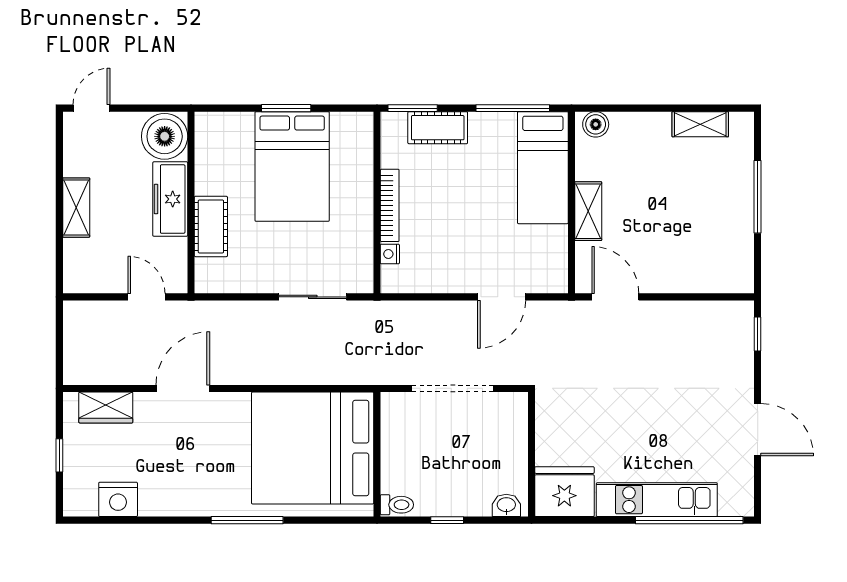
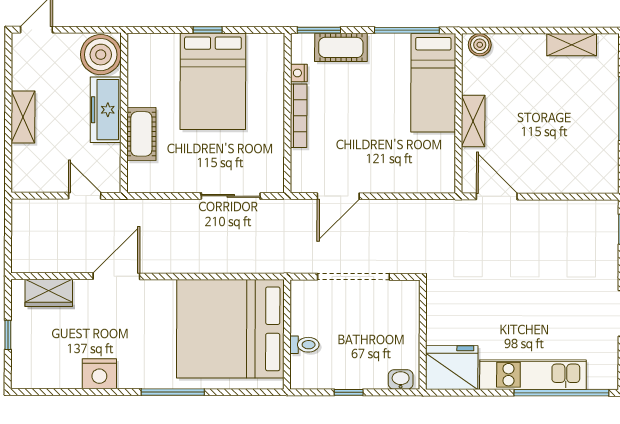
window: (286, 108) -> (208, 30), width x0.67
nightstand: (390, 254) -> (299, 73), moved
door: (502, 297) -> (338, 196), moved
nightstand: (118, 499) -> (99, 374), moved
toilet: (397, 505) -> (305, 345), moved

